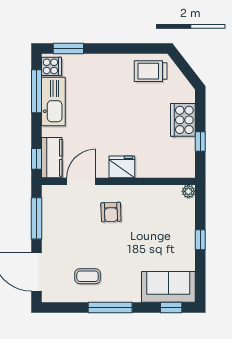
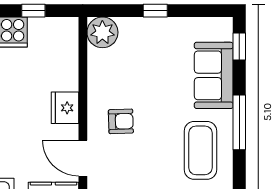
plant: (188, 191) -> (102, 32), width x1.87, depth x1.87
coffee table: (88, 276) -> (200, 150), width x1.86, depth x1.72
sofa: (168, 287) -> (214, 75), moved

